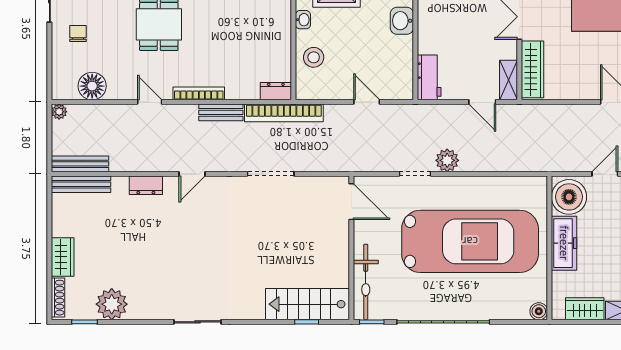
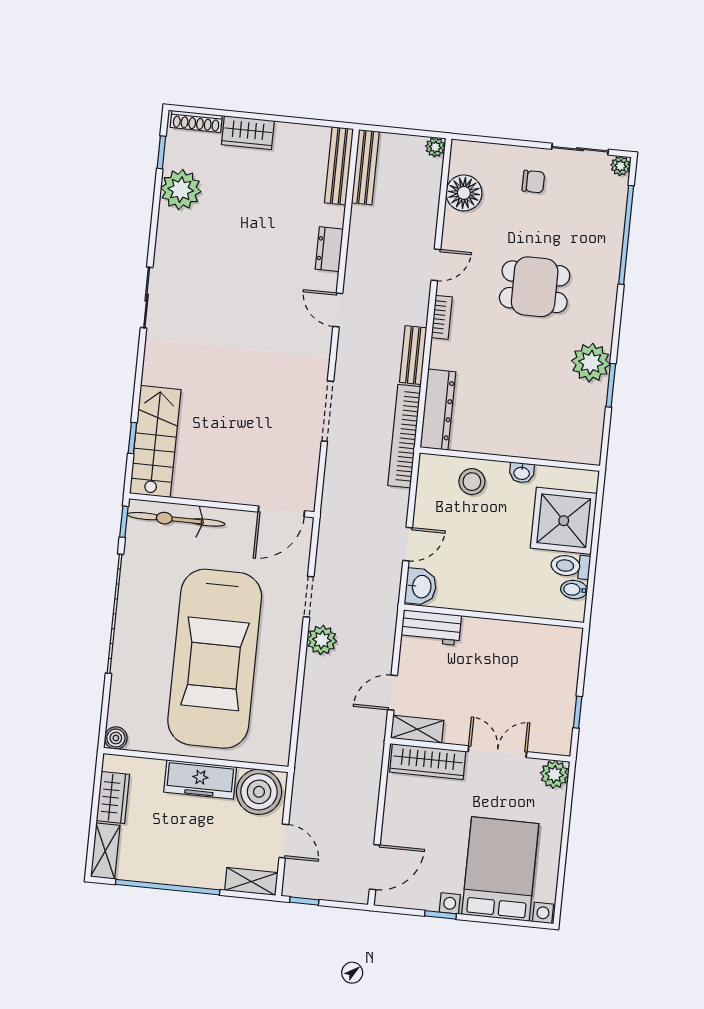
washbasin: (402, 21) -> (421, 587), moved, turned 90
dresser: (276, 91) -> (438, 410), width x1.96, depth x1.24
bookcase: (199, 93) -> (442, 317), width x0.64

